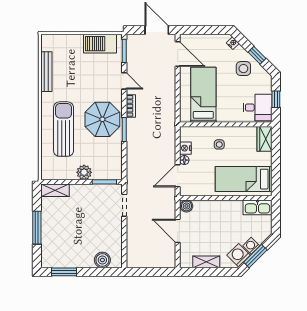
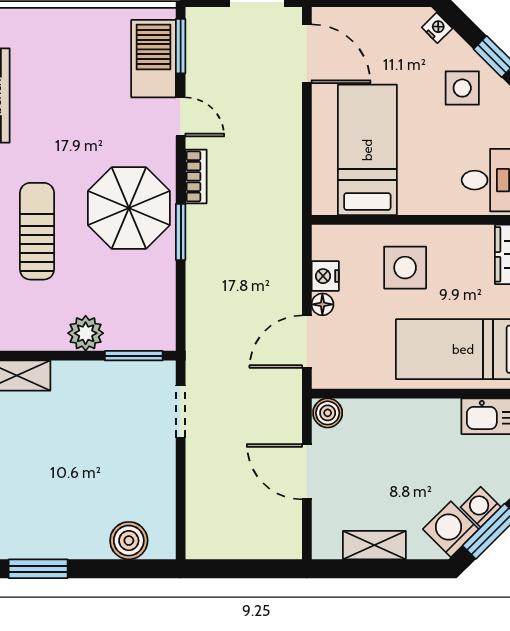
barbecue: (100, 44) -> (153, 59), moved, turned 90
sun lounger: (64, 129) -> (37, 231), width x0.73, depth x0.75
side table: (219, 144) -> (405, 268), width x1.87, depth x1.87

